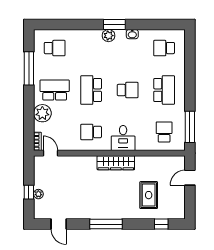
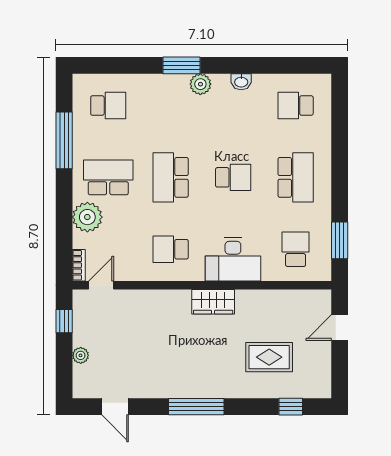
window: (114, 25) -> (181, 65), moved
window: (190, 127) -> (340, 240), width x0.69
desk: (123, 138) -> (233, 259), width x1.37
door: (51, 153) -> (101, 285), hinge flipped
wardrobe: (116, 163) -> (213, 302), width x0.67
window: (29, 192) -> (64, 321), moved
rug: (149, 195) -> (269, 357), turned 90

